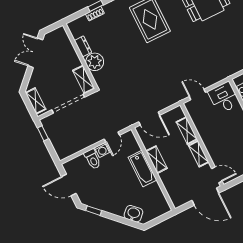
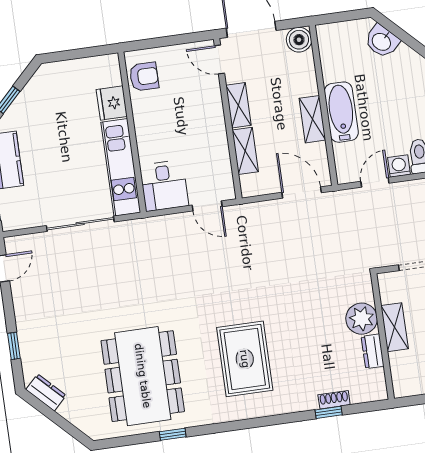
shelving: (84, 79) -> (395, 327), moved
boiler: (178, 200) -> (299, 40), added

